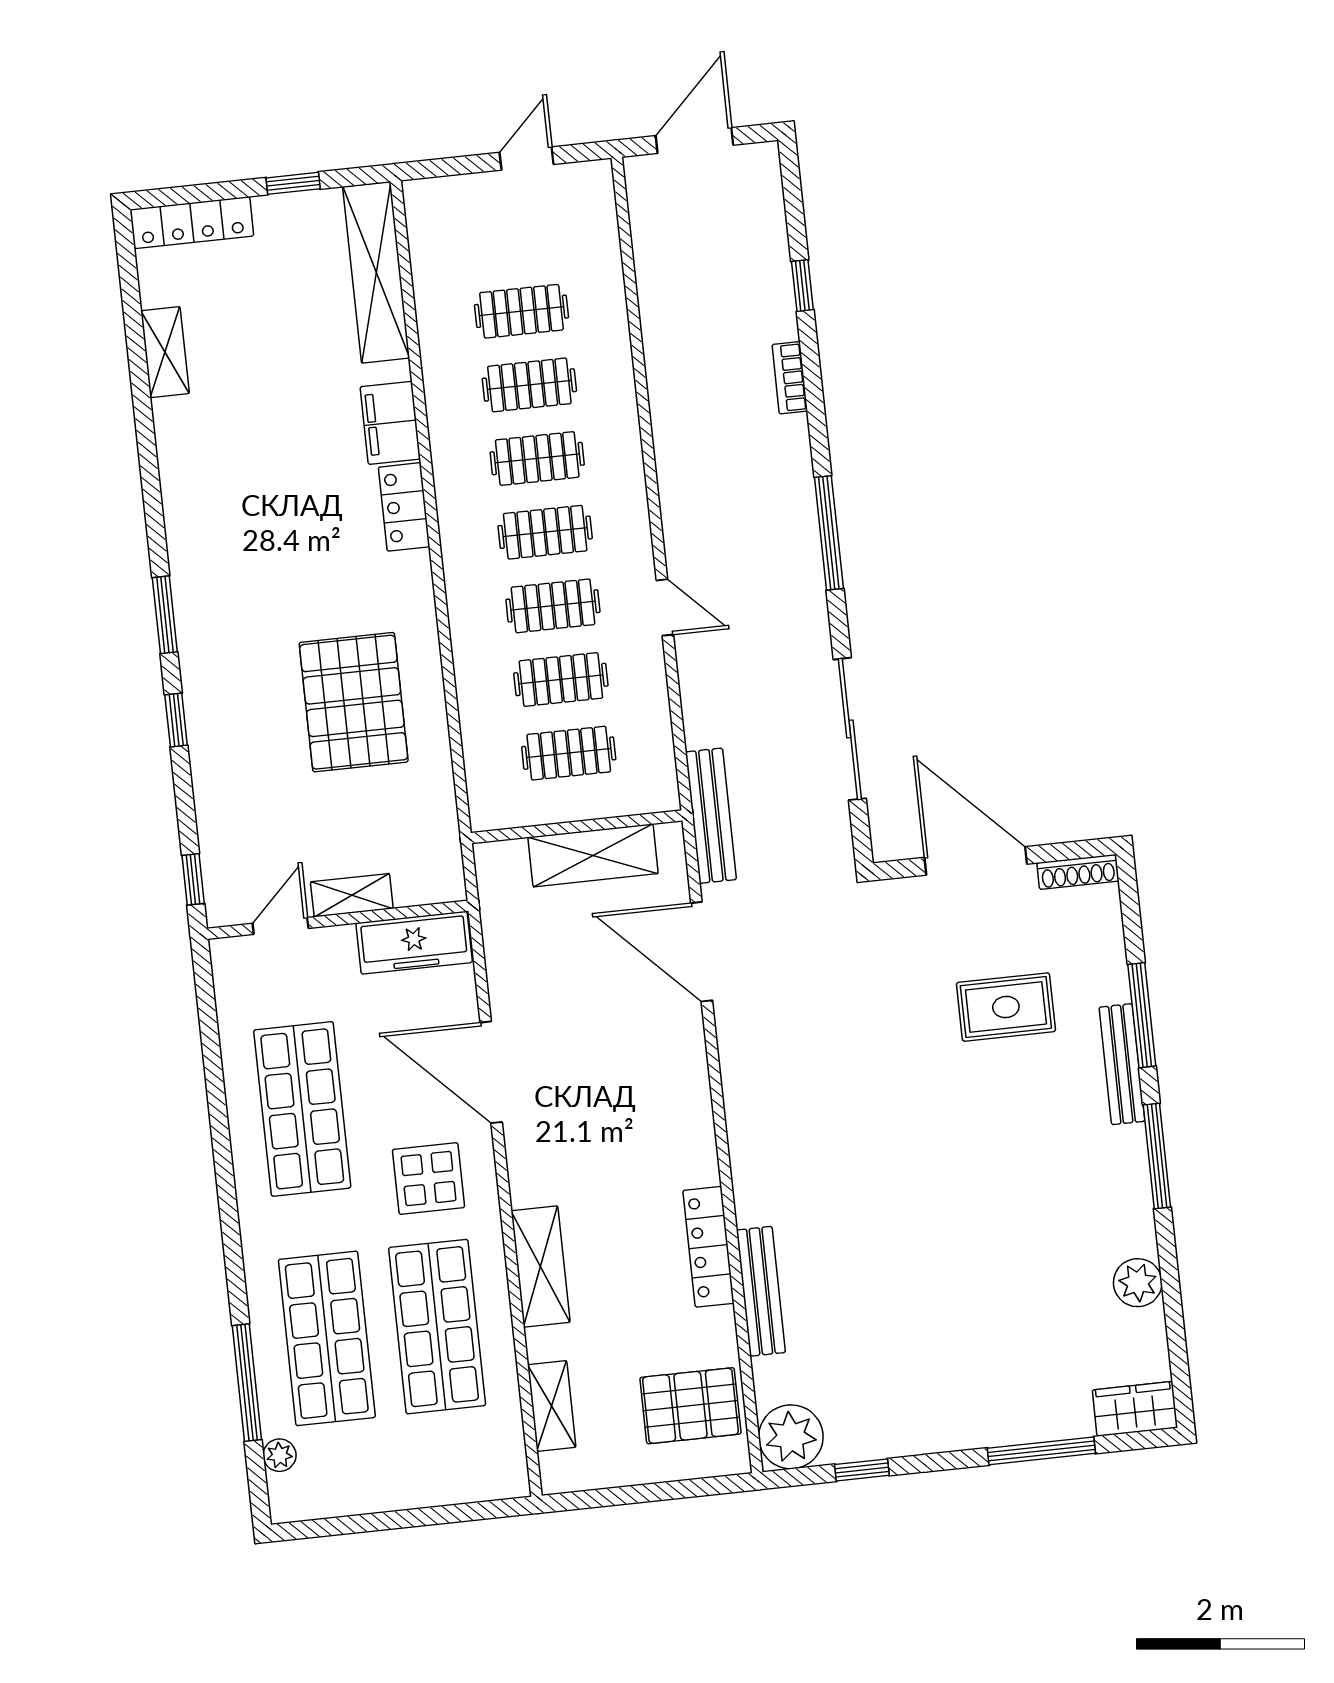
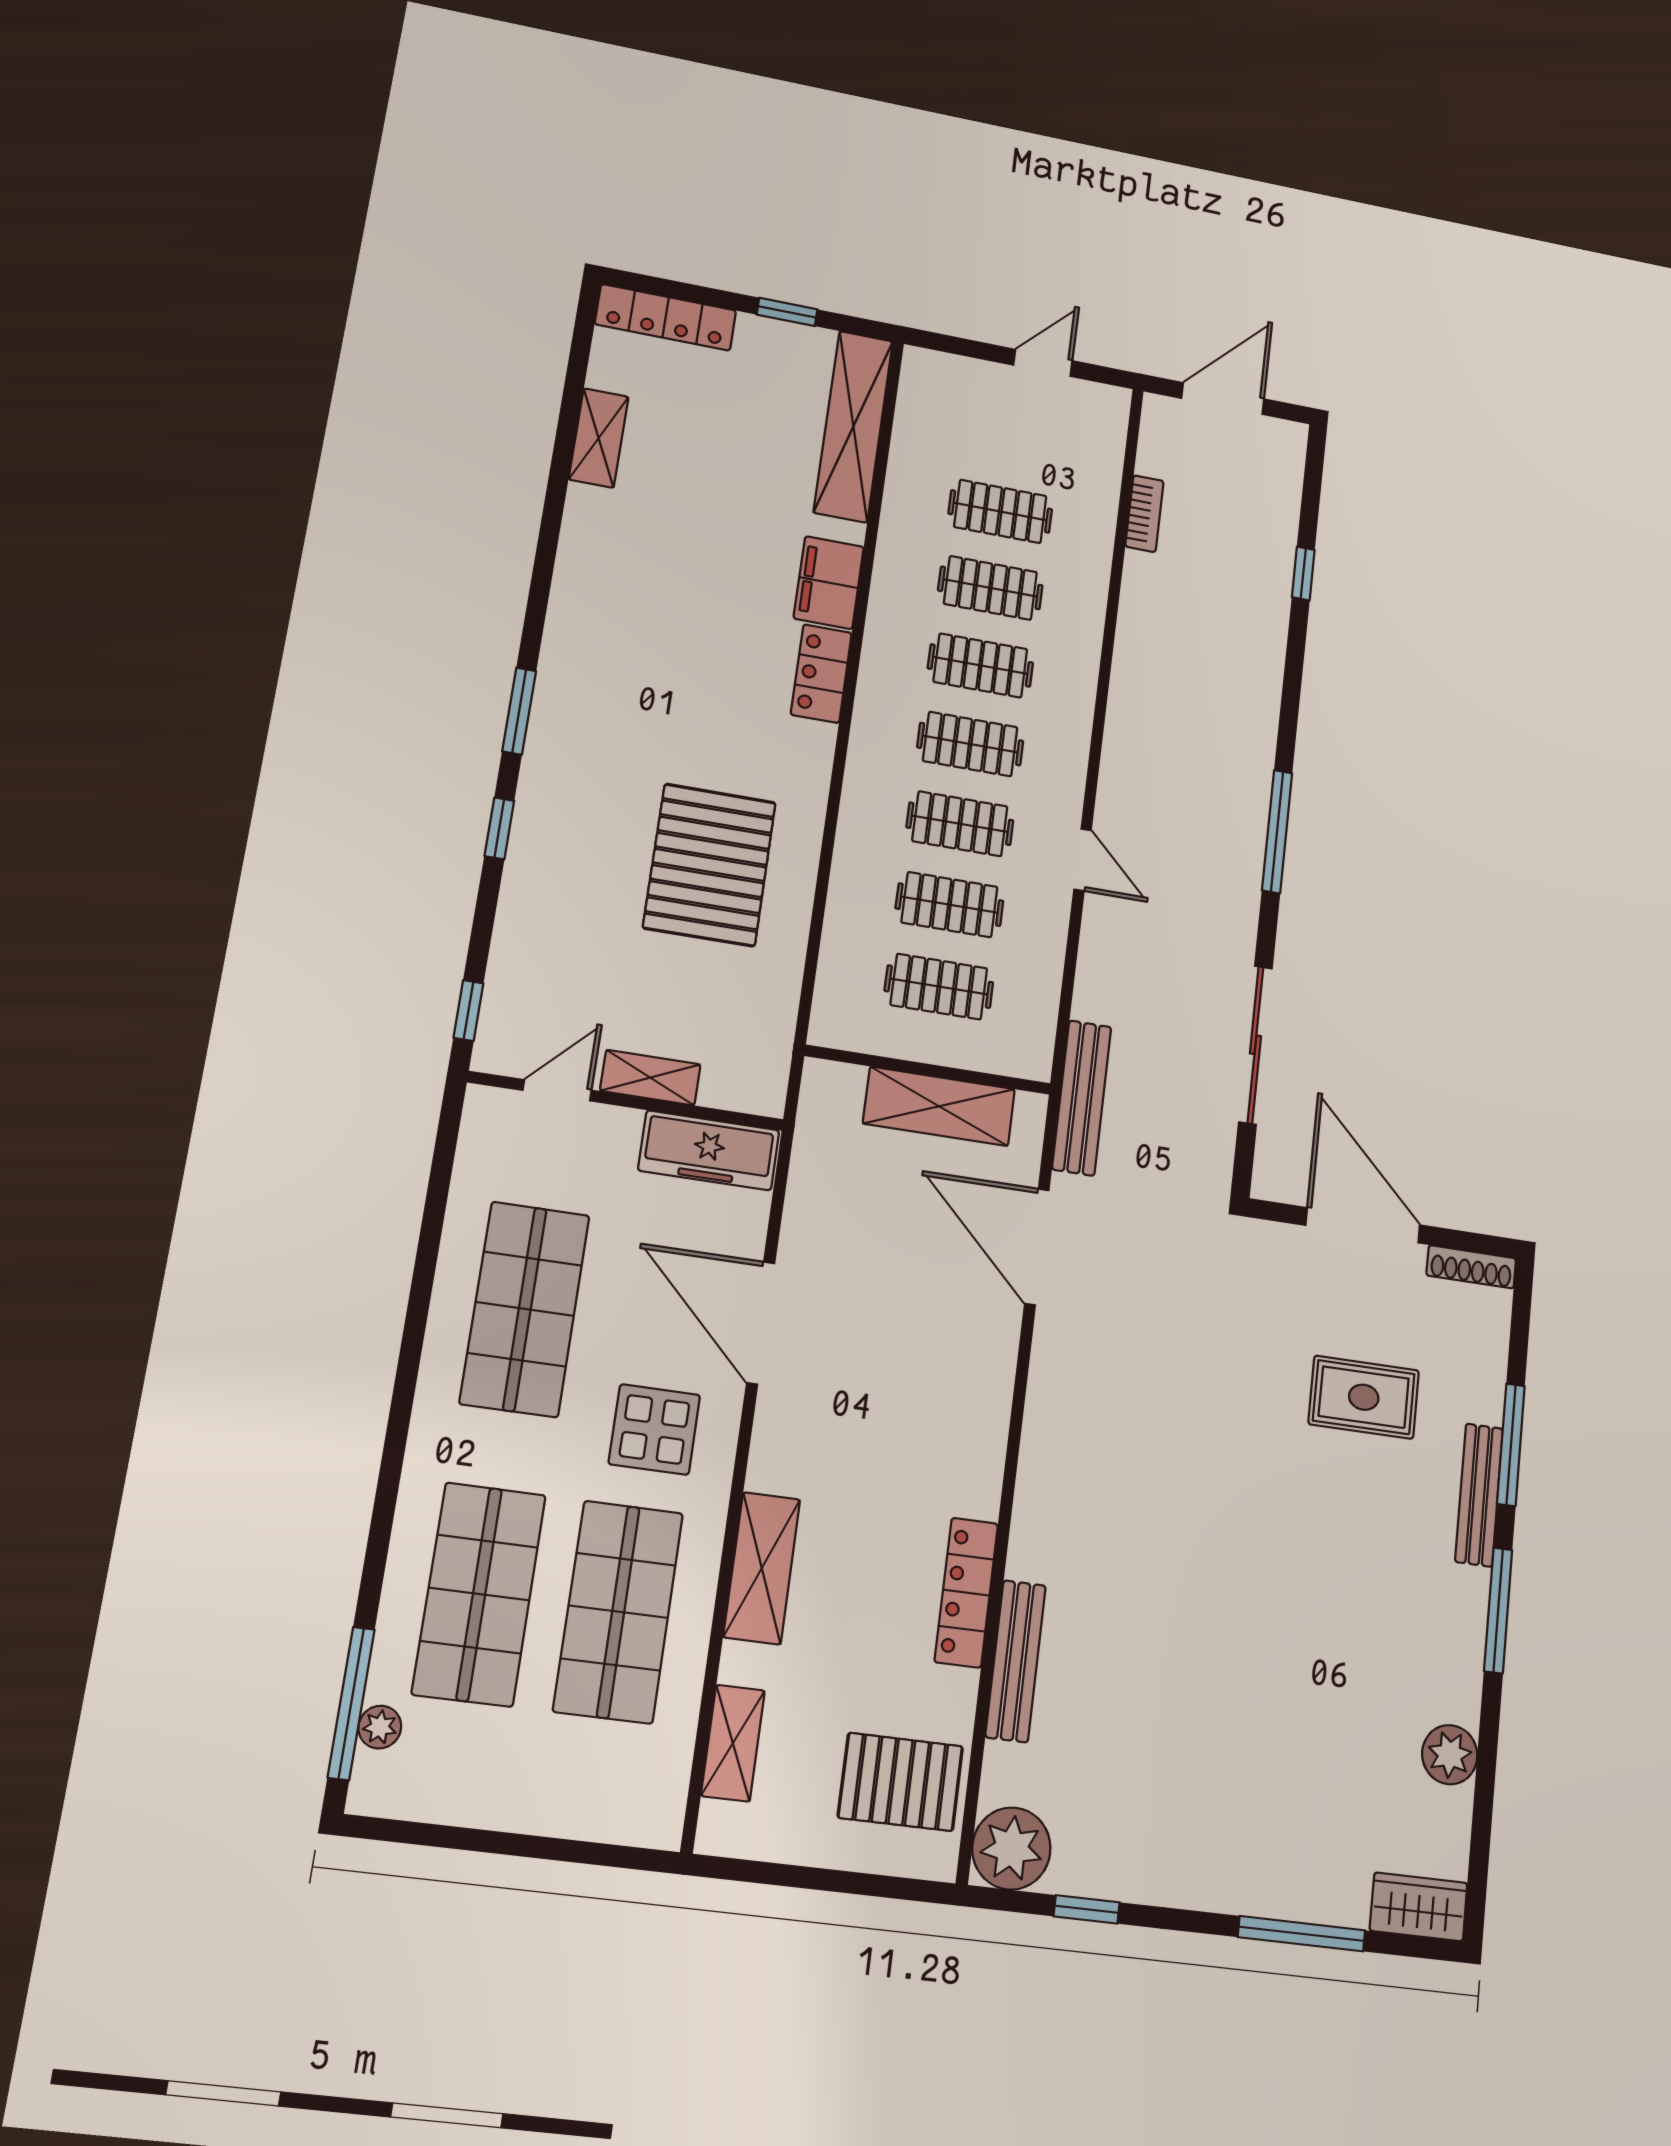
bookcase: (790, 378) -> (1144, 514), moved, turned 180
window: (247, 1383) -> (351, 1703), moved

